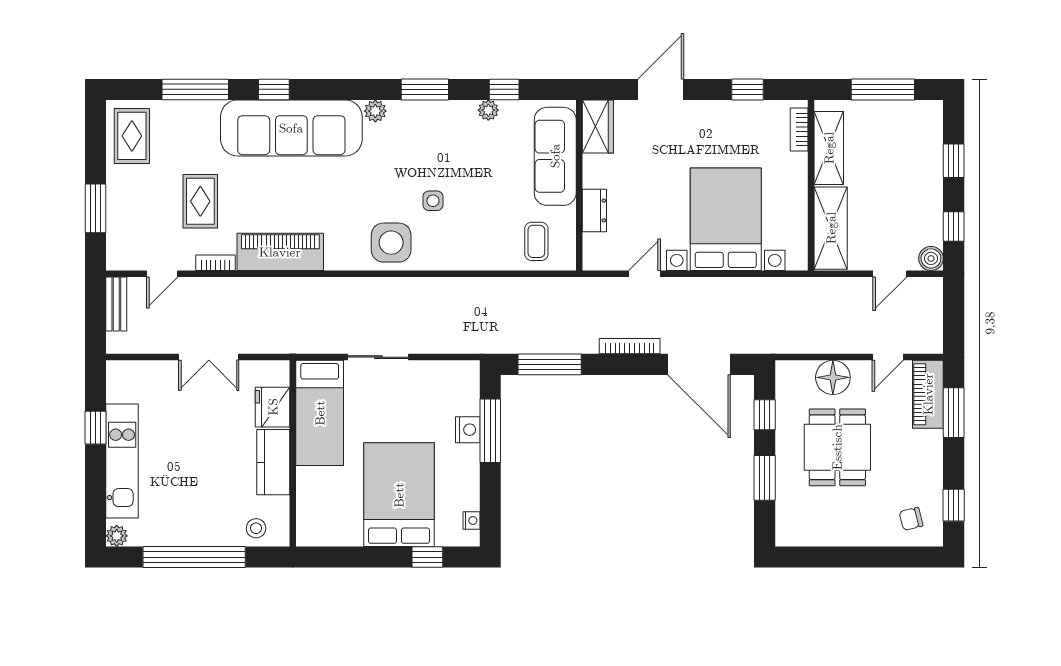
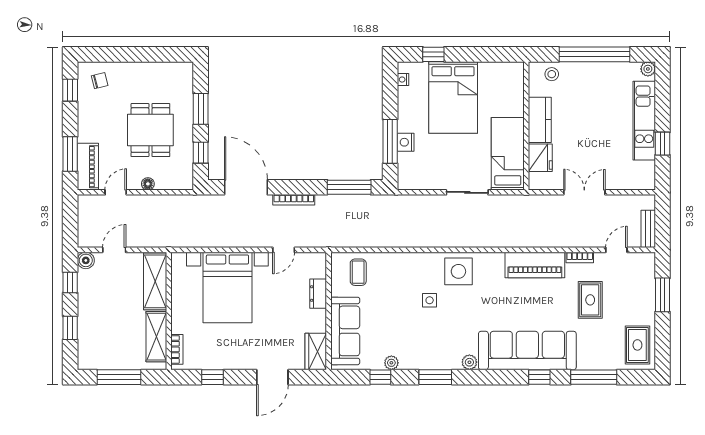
floor lamp: (833, 377) -> (148, 184), width x0.53, depth x0.53

